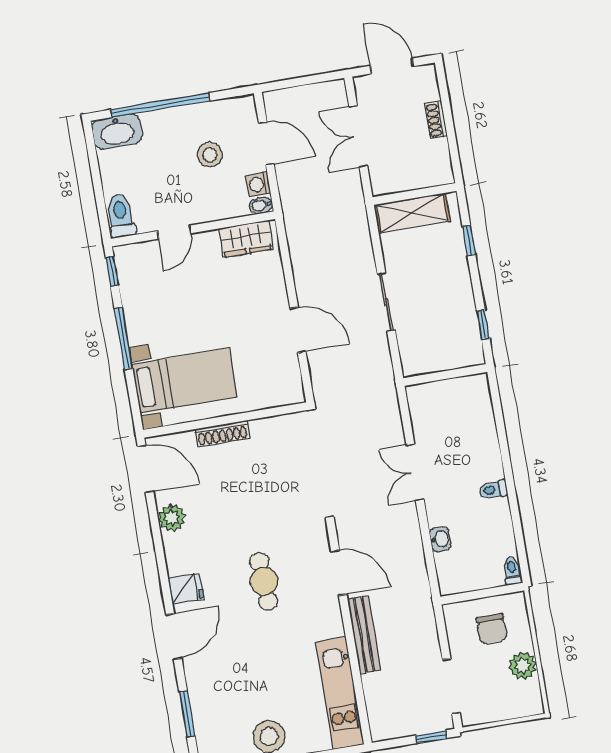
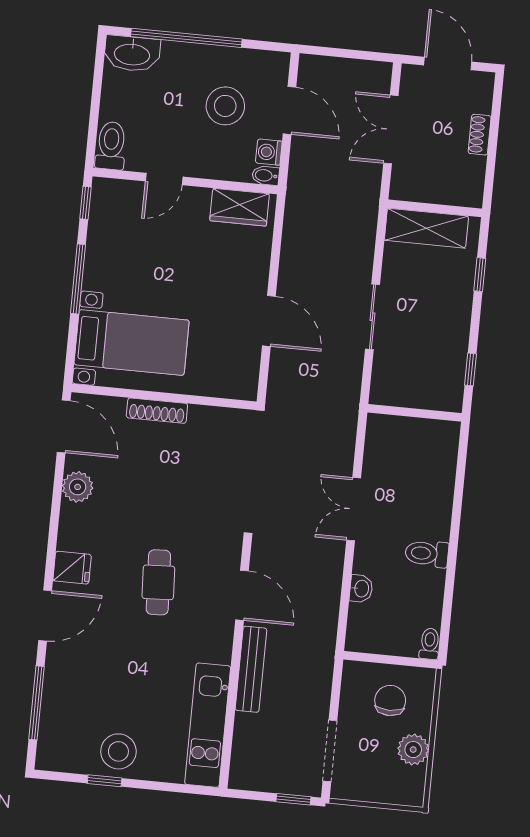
stool: (210, 155) -> (225, 106), width x1.38, depth x1.38
toilet: (493, 490) -> (427, 554), width x1.37, depth x1.39
chair: (491, 629) -> (390, 701), turned 180
window: (187, 714) -> (37, 703), width x1.44

